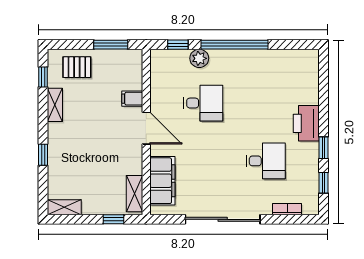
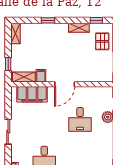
filing cabinet: (132, 99) -> (41, 76), moved
sliding door: (223, 219) -> (8, 132), width x0.54

